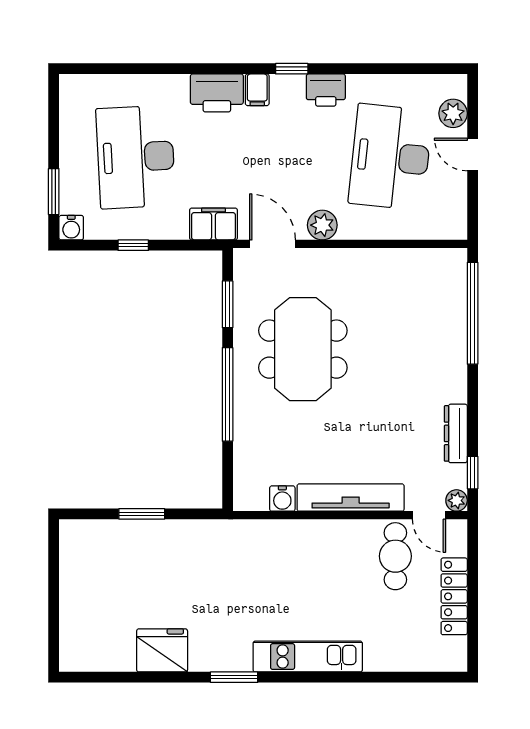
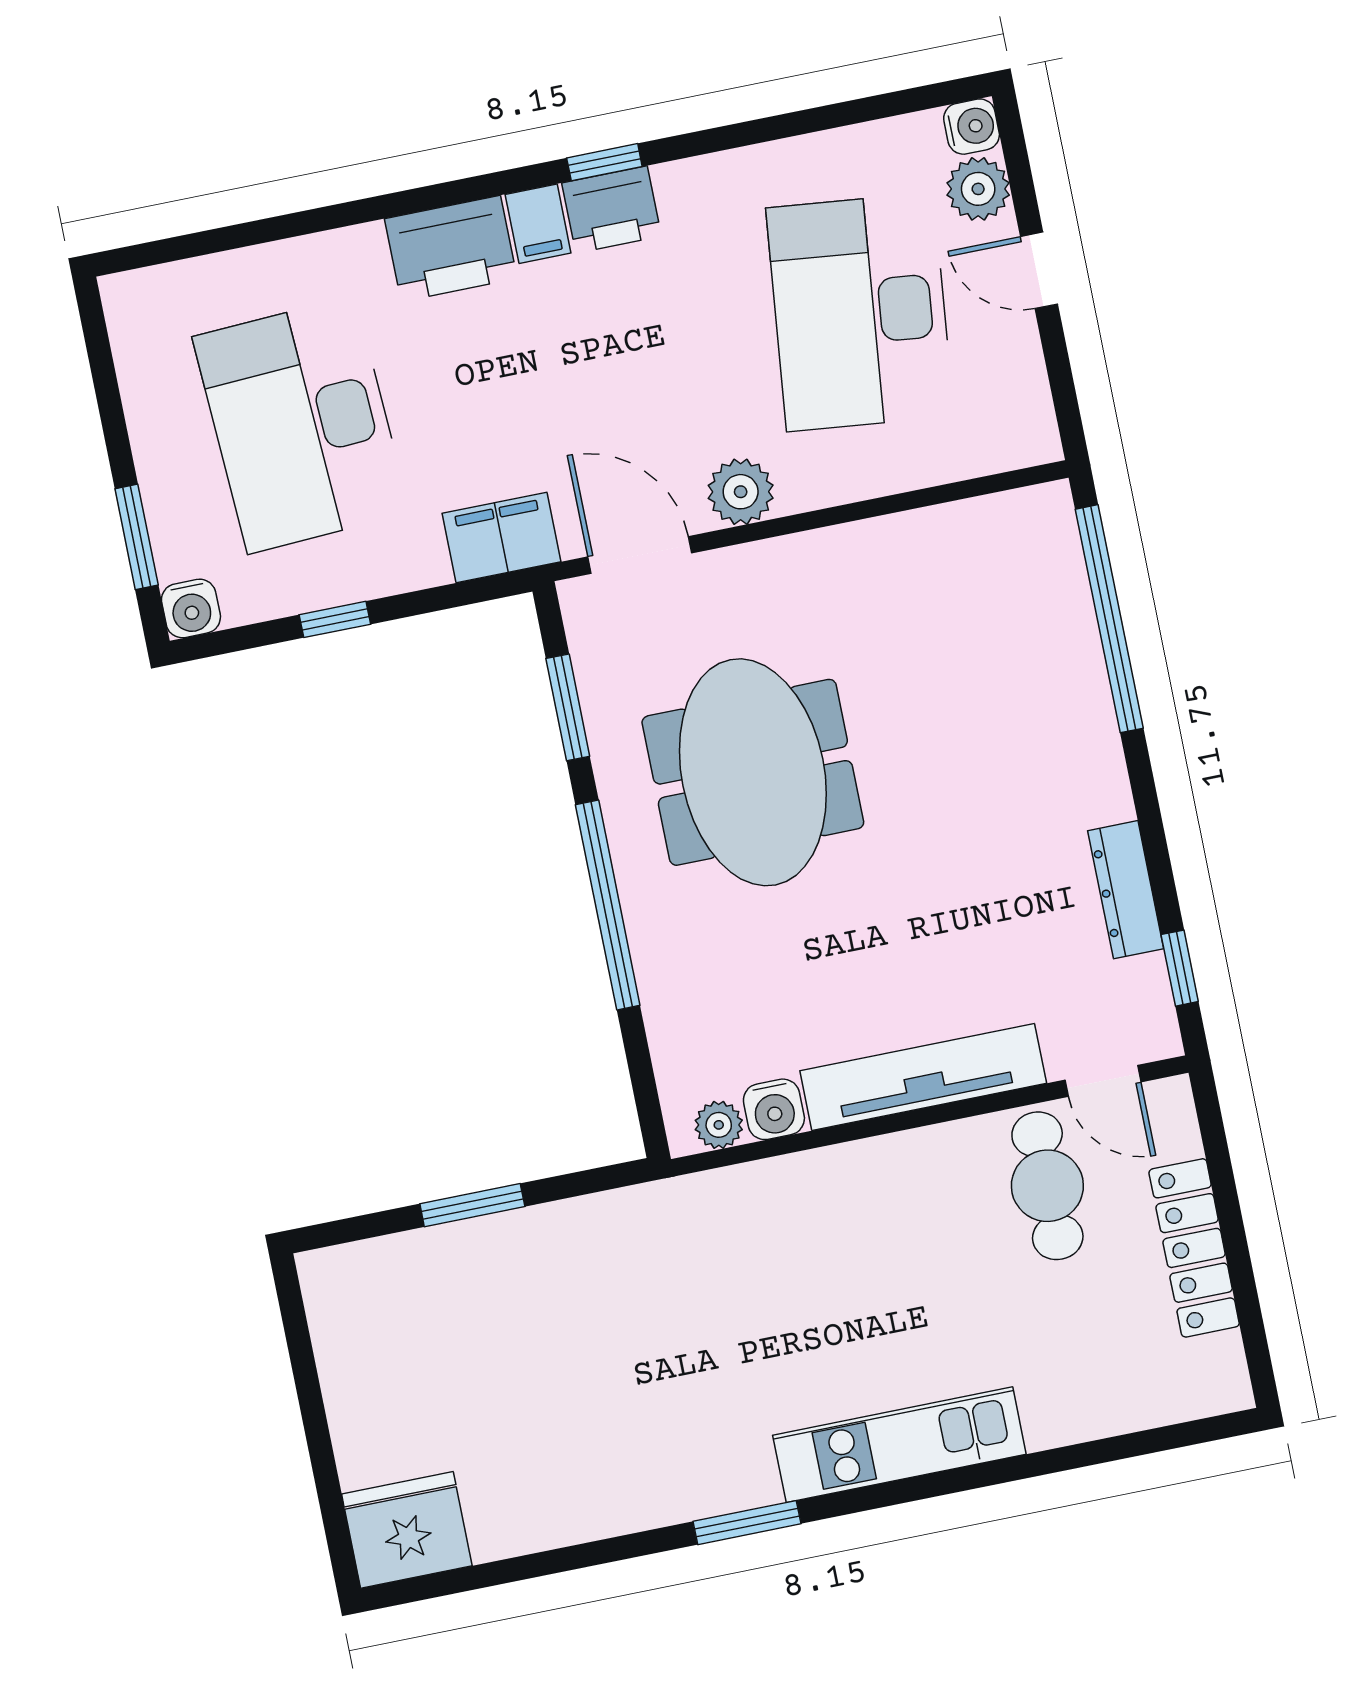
water cooler: (456, 86) -> (972, 127), added
printer: (326, 90) -> (611, 210), moved
plant: (457, 500) -> (719, 1125), moved
fridge: (162, 650) -> (407, 1530), moved

